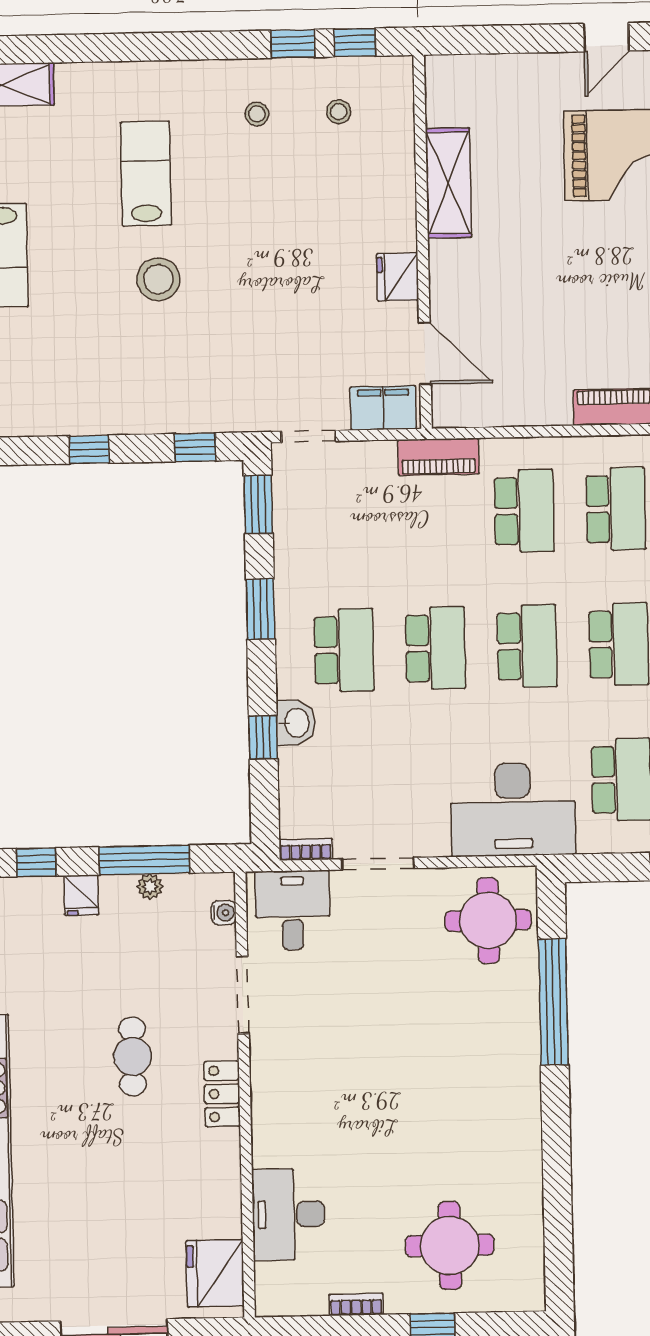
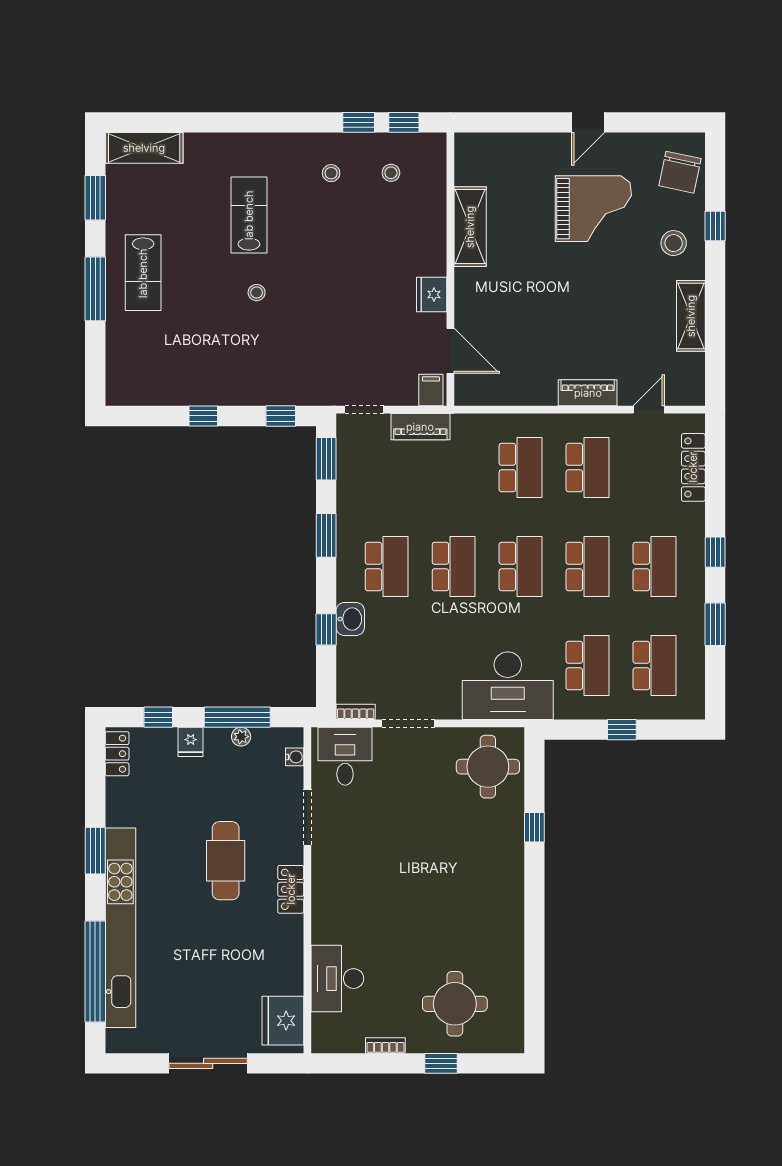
stool: (158, 279) -> (257, 293), width x0.53, depth x0.53
filing cabinet: (383, 408) -> (431, 390), width x0.50
piano: (438, 457) -> (420, 427), moved
window: (553, 1002) -> (534, 827), width x0.32
cafe table: (133, 1057) -> (226, 861), width x1.37, depth x1.35

